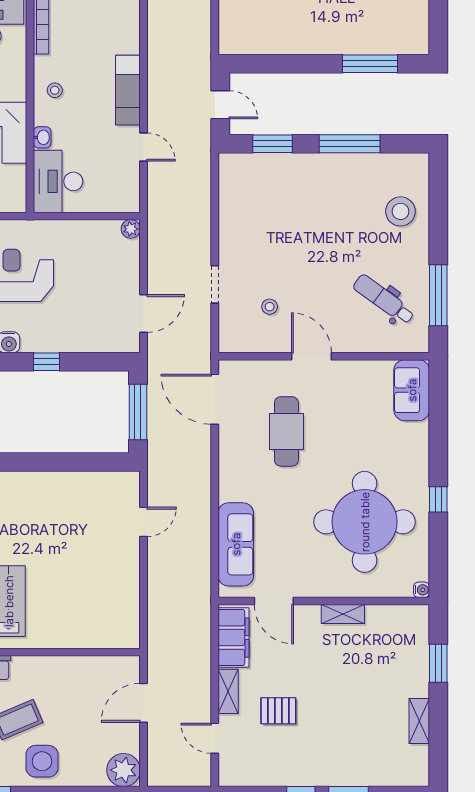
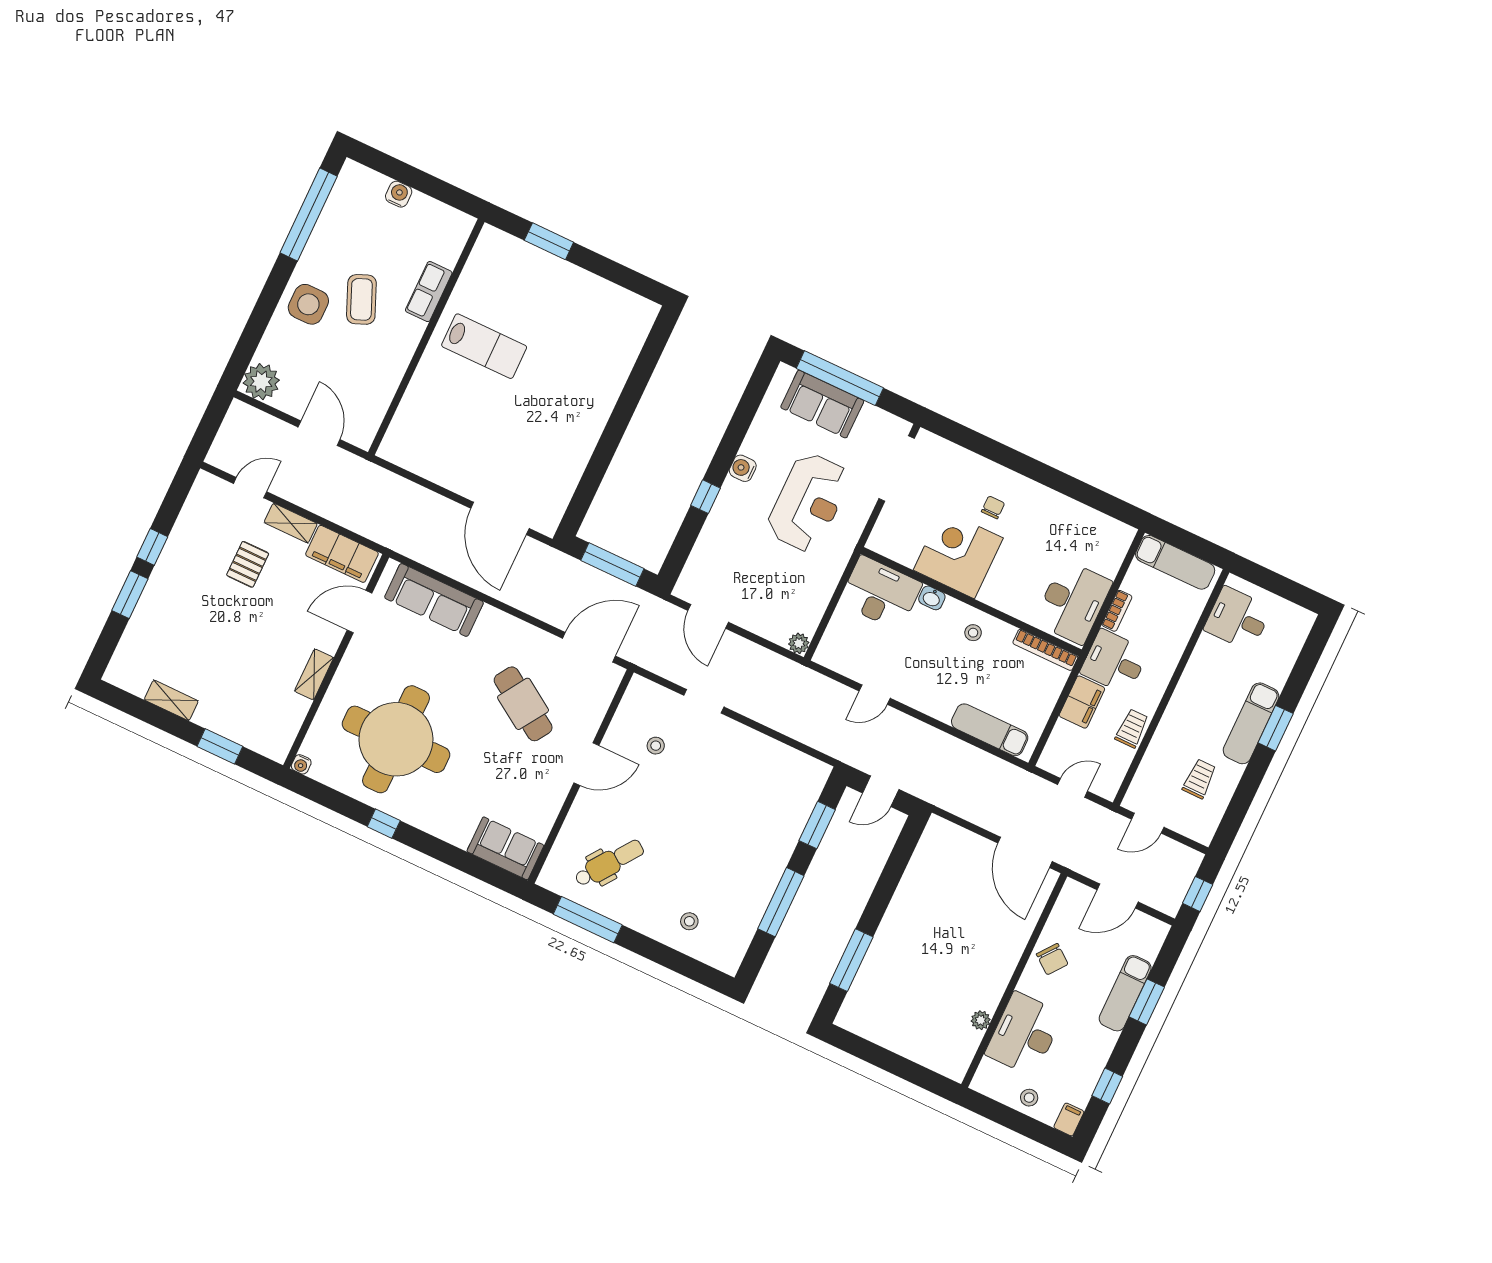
exam couch: (128, 90) -> (990, 730), moved
stool: (401, 211) -> (689, 921), width x0.53, depth x0.53
cafe table: (286, 431) -> (523, 704), turned 33
door: (143, 522) -> (500, 518), width x1.87

